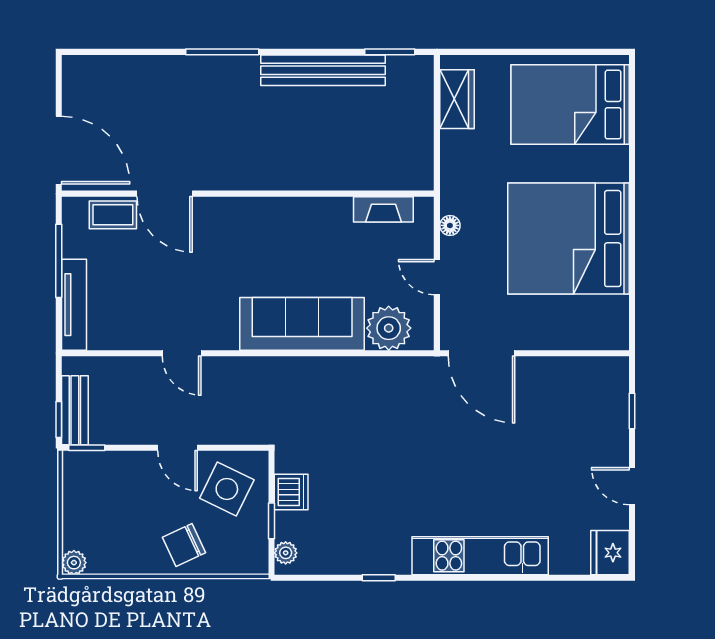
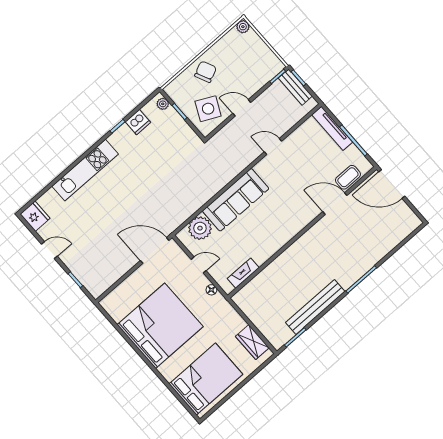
dishwasher: (291, 492) -> (138, 122), moved, turned -90

